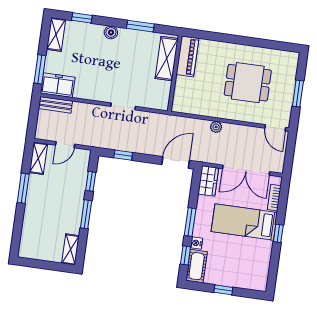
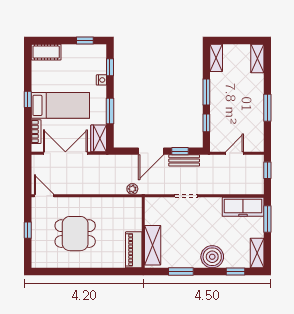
boiler: (111, 32) -> (212, 257), width x1.86, depth x1.86
freezer: (58, 85) -> (243, 207), width x1.40
window: (298, 93) -> (28, 230), width x0.67
bench: (55, 105) -> (184, 160), moved
window: (33, 121) -> (267, 170), added
plant: (216, 127) -> (132, 189), moved
shelving: (38, 158) -> (257, 58), moved
door: (176, 163) -> (151, 151), moved
window: (190, 222) -> (110, 111), moved
cot: (197, 266) -> (46, 52), moved, turned 90
window: (223, 290) -> (85, 40), moved

